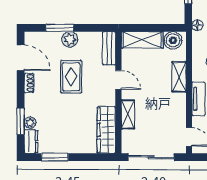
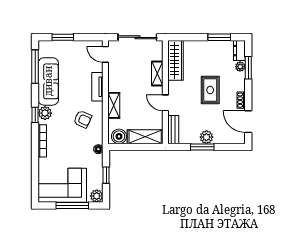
window: (60, 28) -> (202, 147), moved
rug: (71, 77) -> (210, 90), moved

